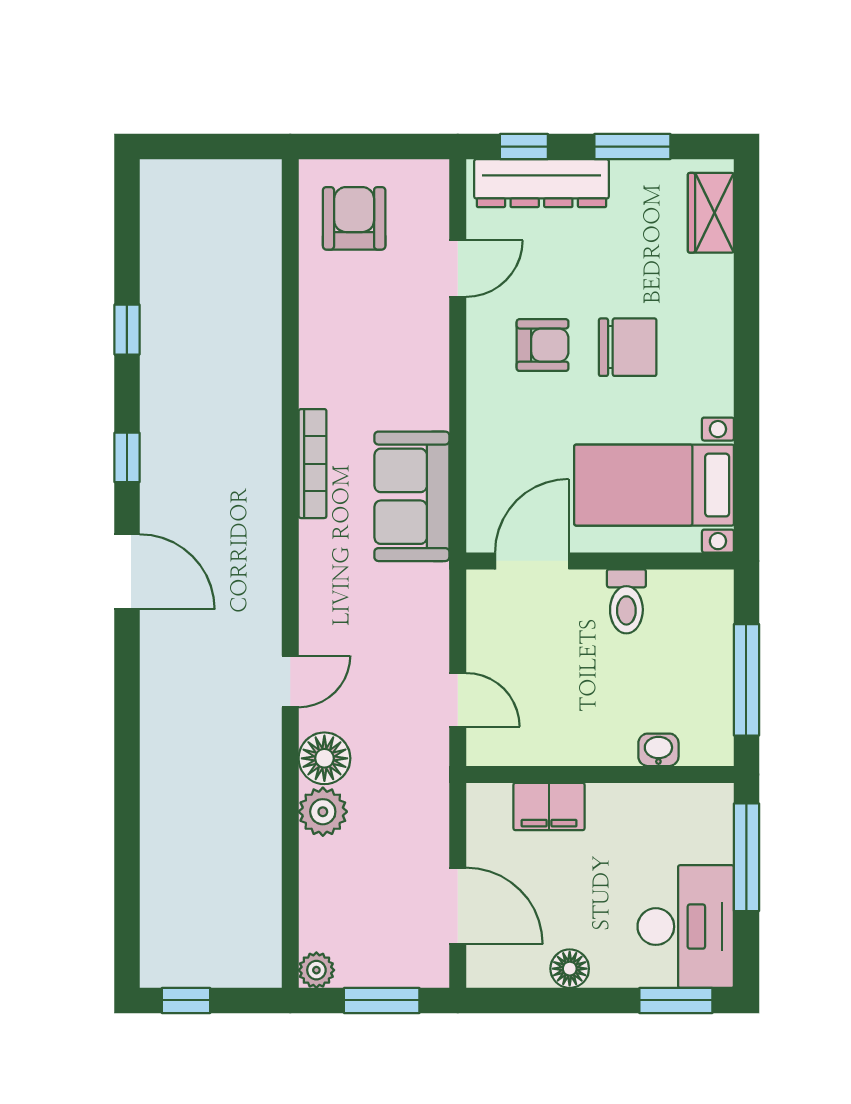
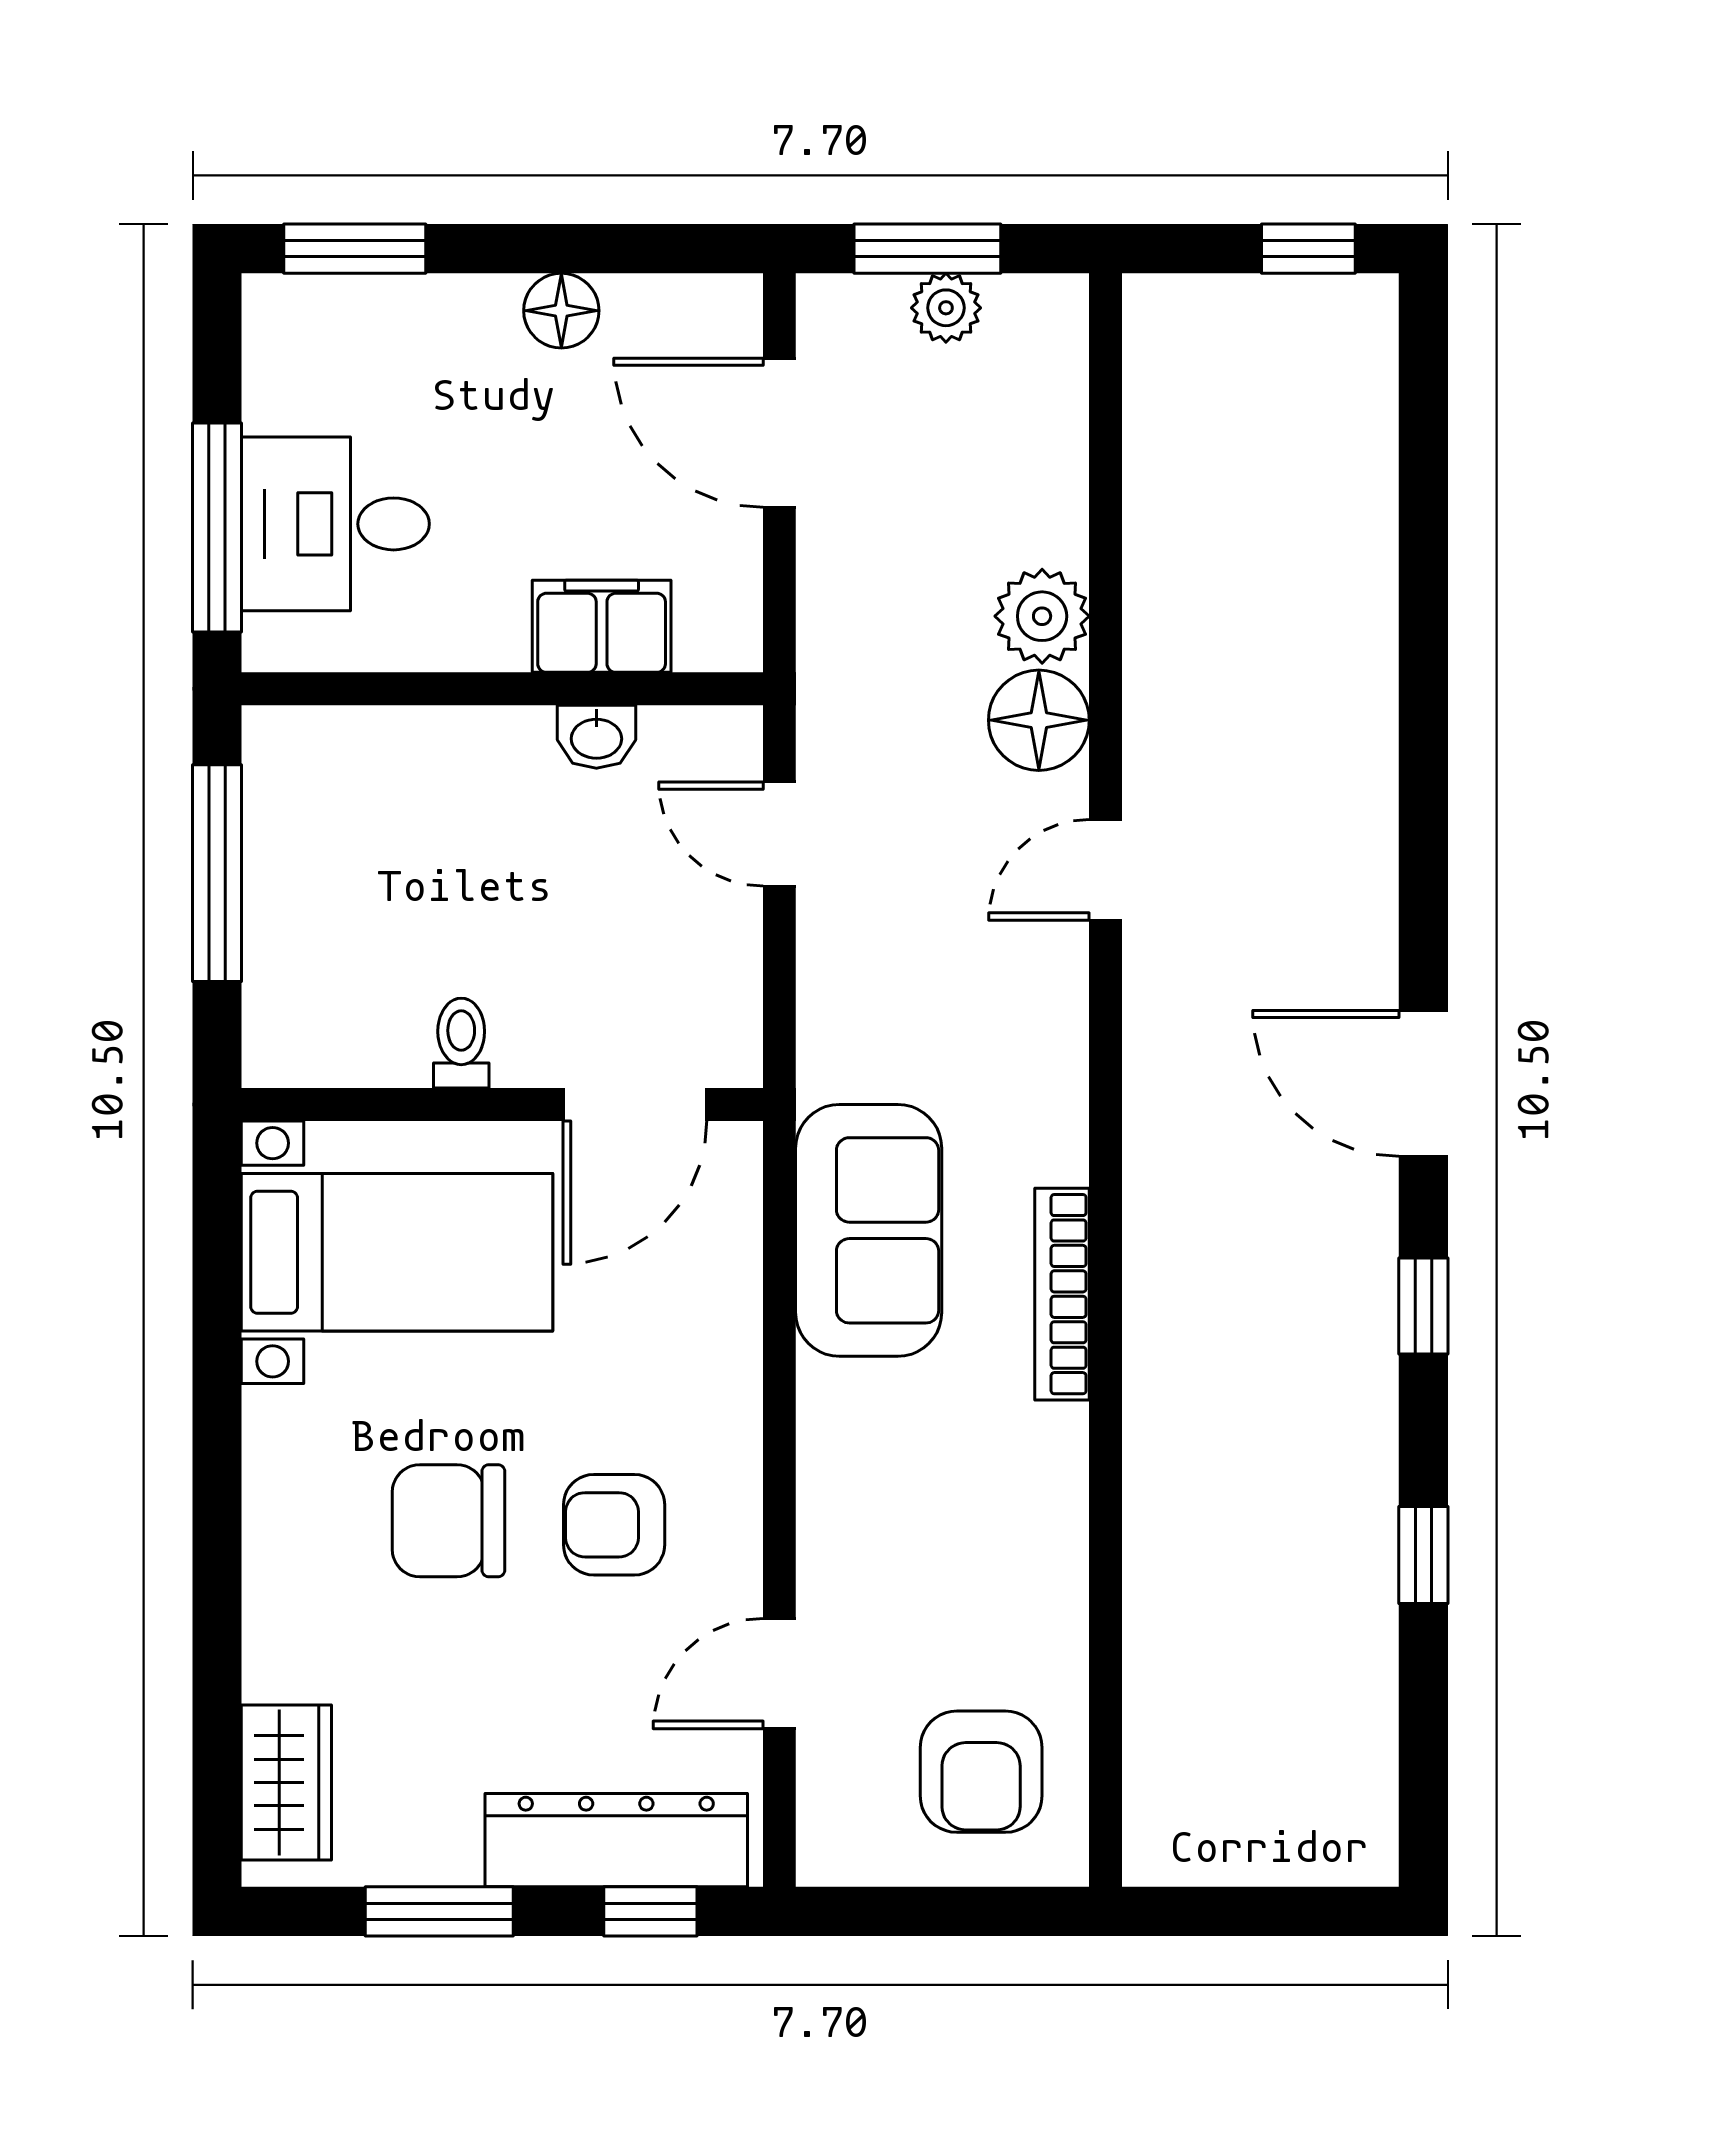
toilet: (626, 601) -> (461, 1043), width x0.73, depth x0.72
washbasin: (658, 750) -> (596, 737), moved
desk: (686, 927) -> (335, 524), moved, width x0.73
plant: (316, 970) -> (946, 308), moved

